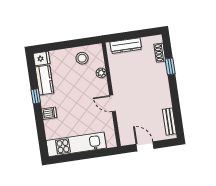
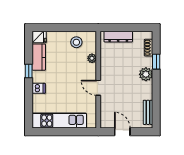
plant: (161, 81) -> (146, 74), added

